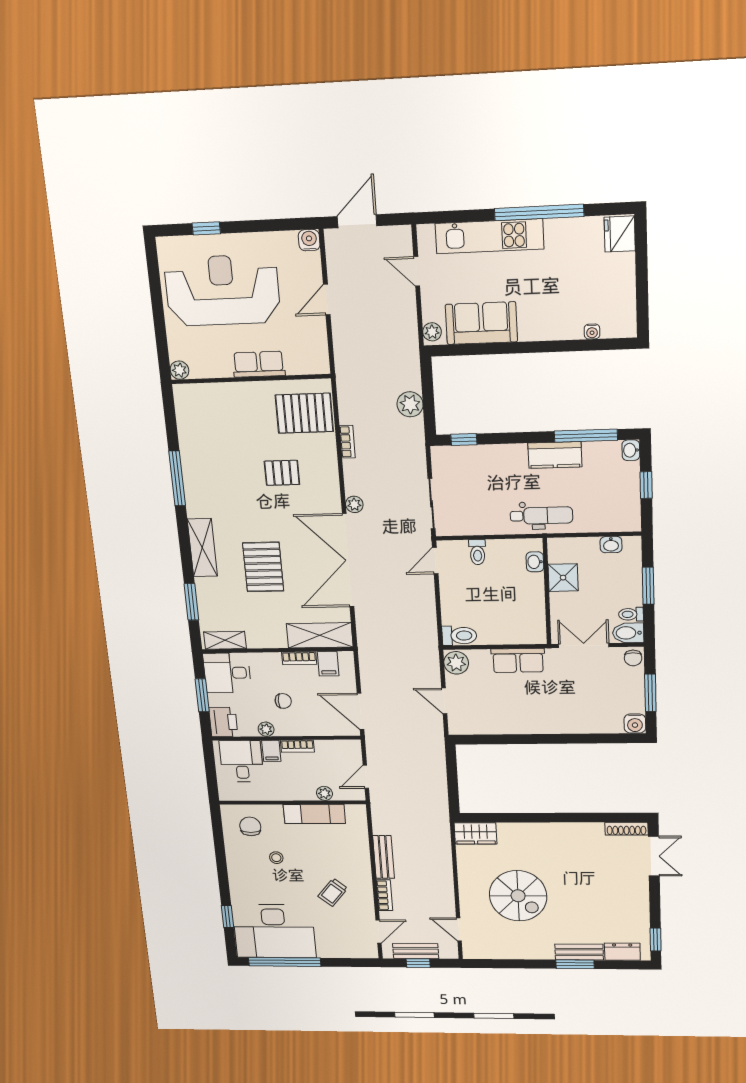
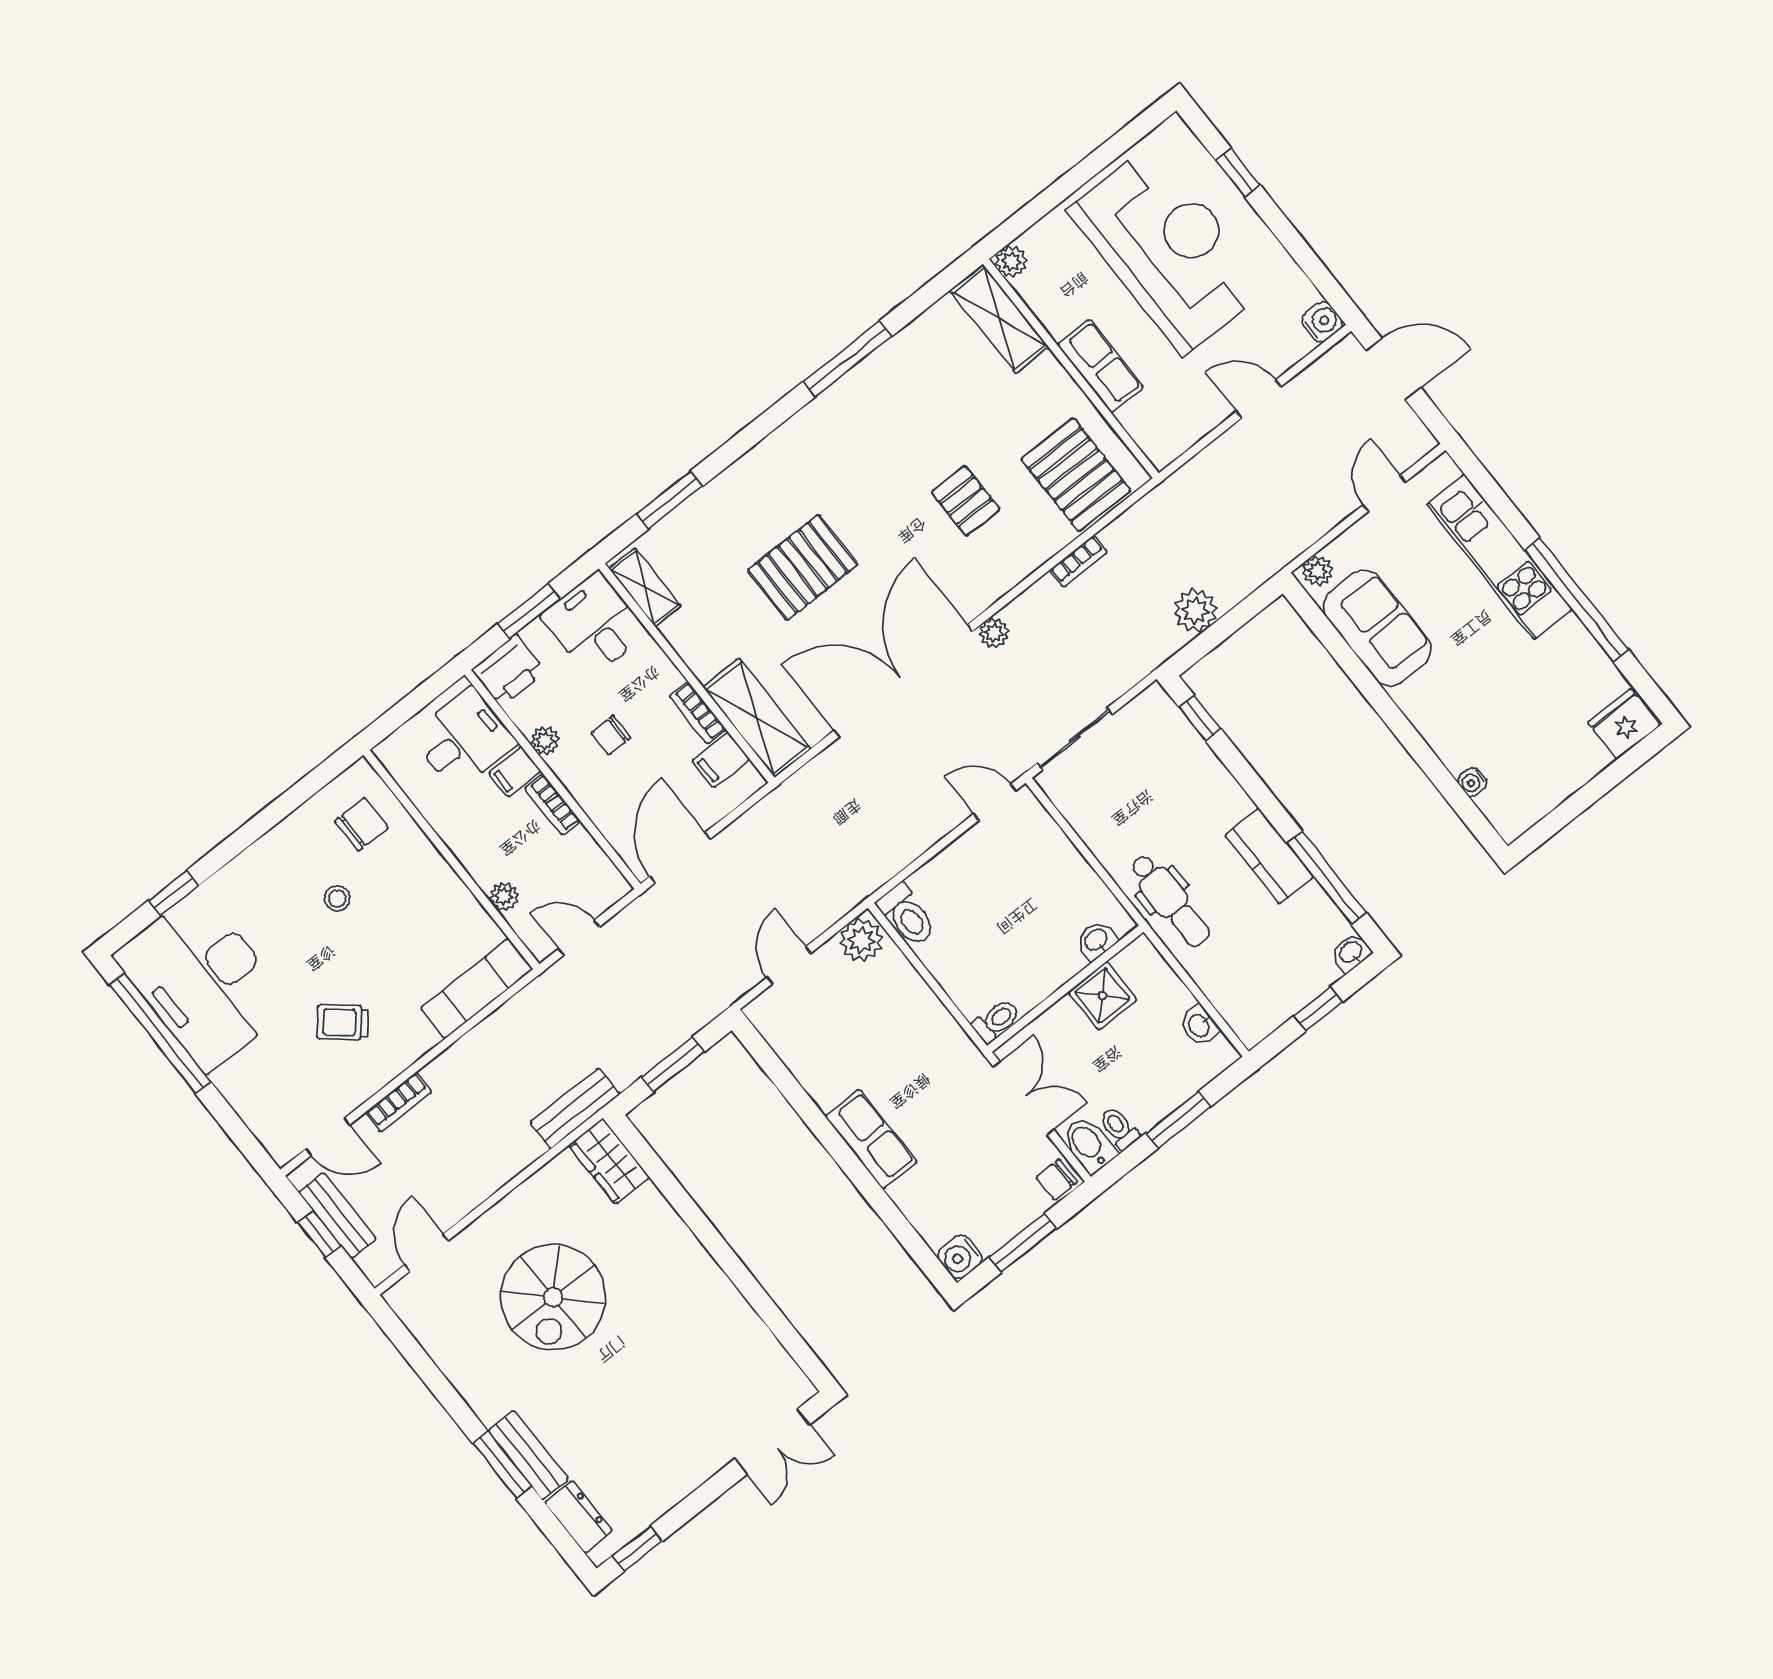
shelving: (202, 548) -> (999, 319), moved, turned 90
toilet: (477, 552) -> (996, 1021), moved, turned 180
row of seats: (518, 660) -> (871, 1139), moved, turned 180
chair: (283, 701) -> (611, 735), turned 90
window: (452, 779) -> (673, 1064), added
exam couch: (314, 814) -> (477, 989), moved, turned 90
shoe rack: (626, 829) -> (786, 1370), removed
bench: (384, 857) -> (575, 1108), moved

